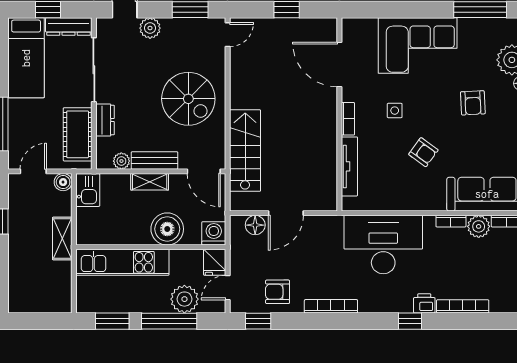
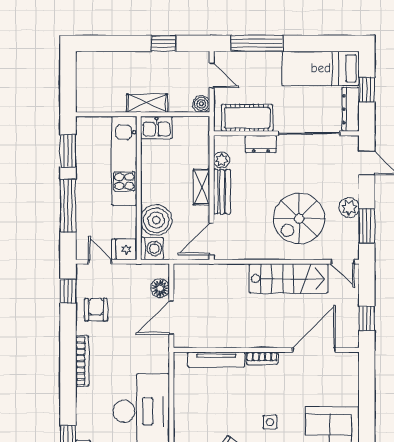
plant: (150, 28) -> (349, 208), moved
door: (339, 65) -> (314, 350), moved
spiral stairs: (188, 99) -> (299, 219), moved
wall: (339, 114) -> (266, 350), moved
bookcase: (348, 119) -> (262, 358), moved
stairs: (245, 151) -> (289, 278), moved
tv unit: (349, 166) -> (216, 360), moved
kitchen sink: (88, 190) -> (157, 128), moved
door: (286, 213) -> (171, 318), hinge flipped
boiler: (167, 229) -> (156, 220), moved
plant: (184, 299) -> (89, 220), removed

